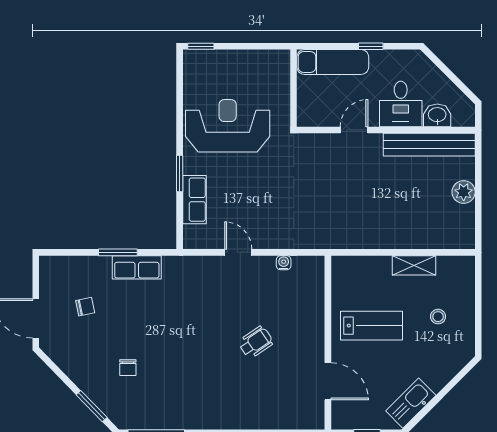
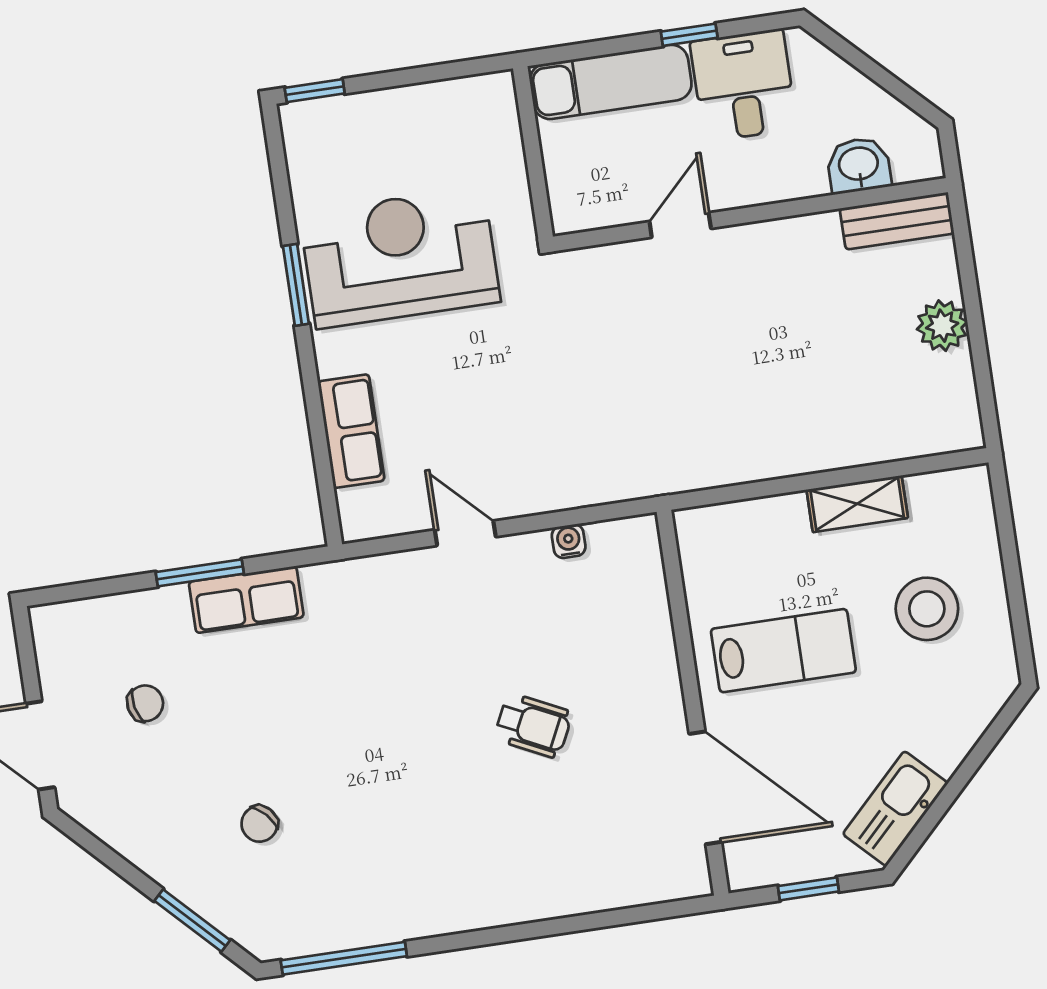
desk: (401, 104) -> (744, 85), moved, turned 180
bench: (429, 145) -> (897, 221), width x0.54, depth x0.82
window: (180, 174) -> (296, 285), moved
stool: (438, 317) -> (927, 609), width x1.89, depth x1.89
wheelchair: (256, 342) -> (533, 726), turned 60
chair: (128, 368) -> (259, 824), turned 47
door: (328, 381) -> (705, 788), width x1.36

